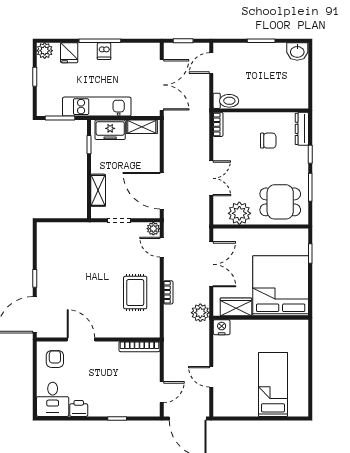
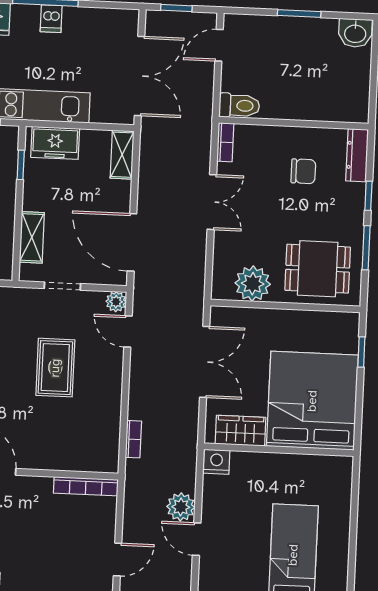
shelving: (142, 127) -> (122, 155), moved, turned 90
double door: (211, 178) -> (212, 202), moved
bookcase: (168, 292) -> (133, 439), moved
rug: (135, 293) -> (55, 368), moved
plant: (200, 313) -> (181, 507), moved

